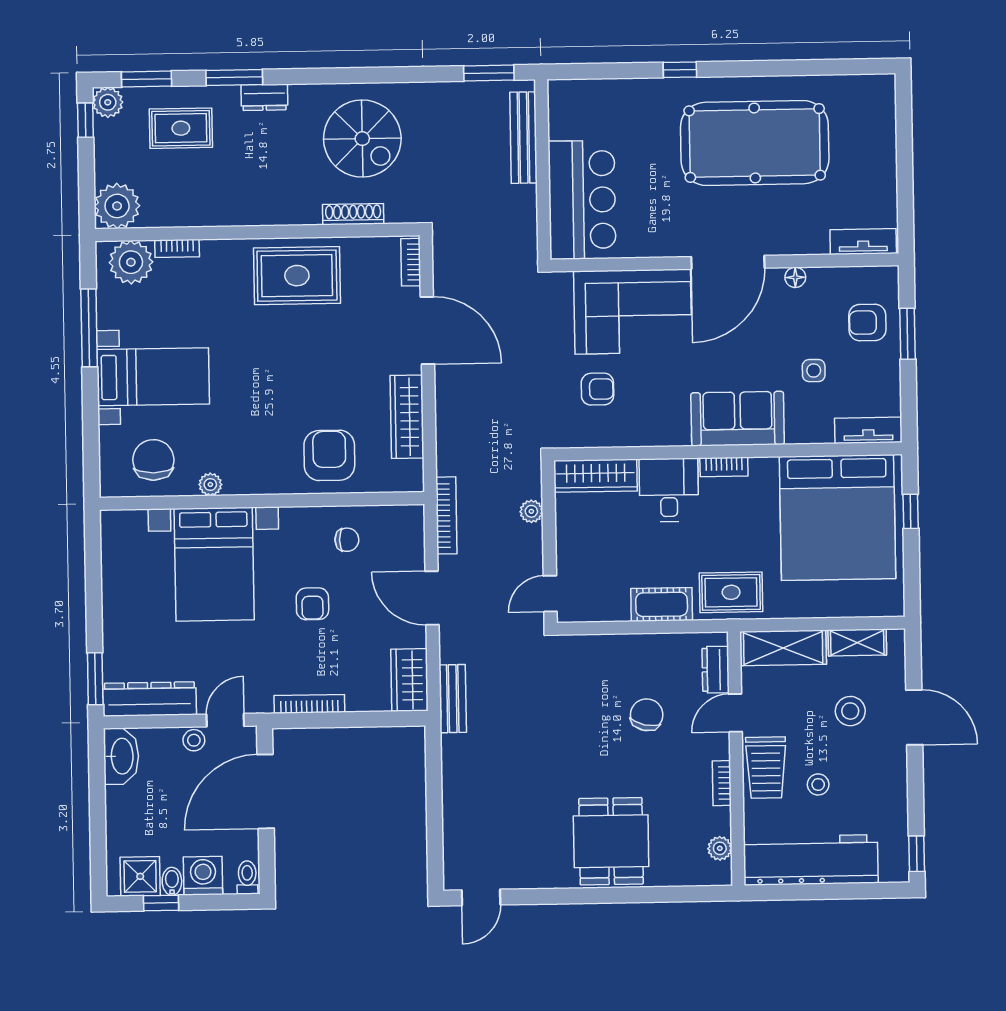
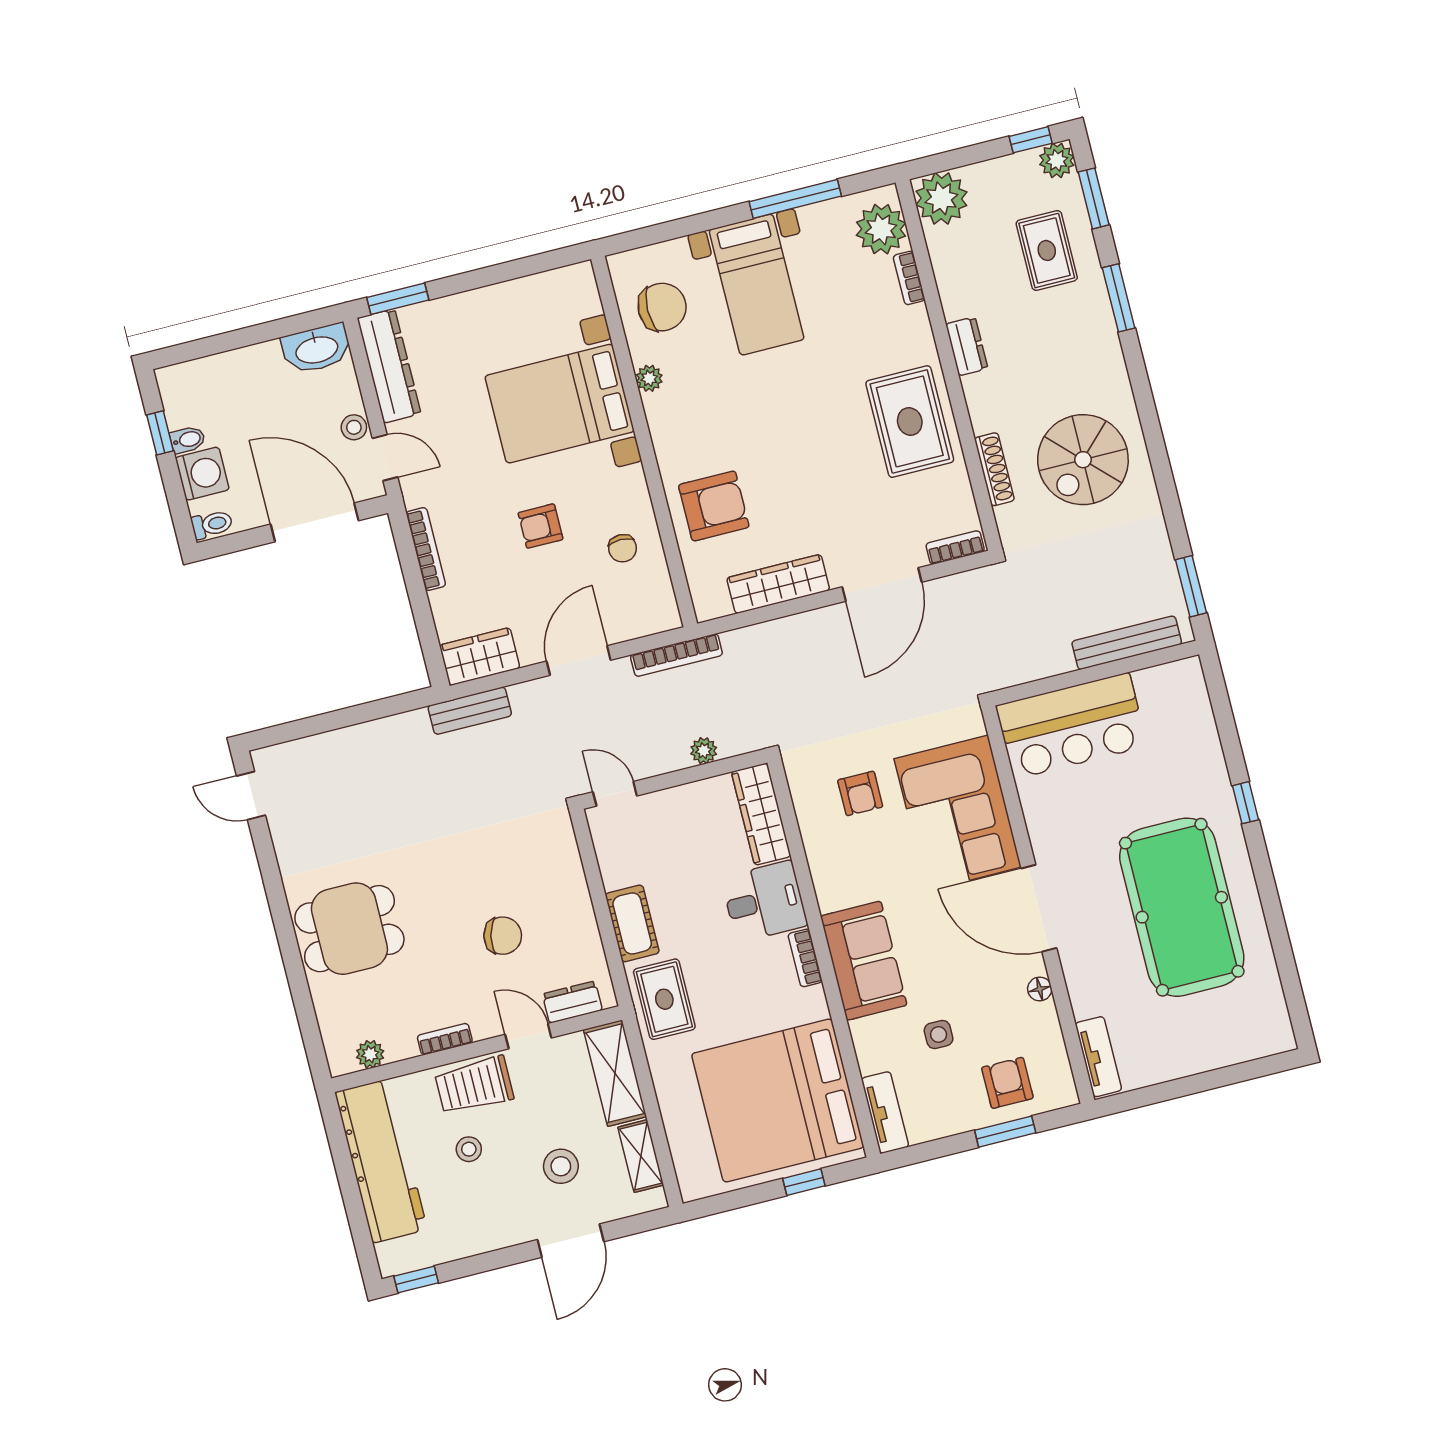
dresser: (264, 97) -> (967, 346), moved, turned 180
shower: (140, 876) -> (185, 402), removed

